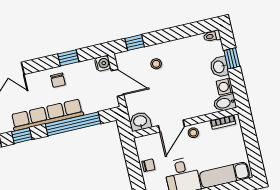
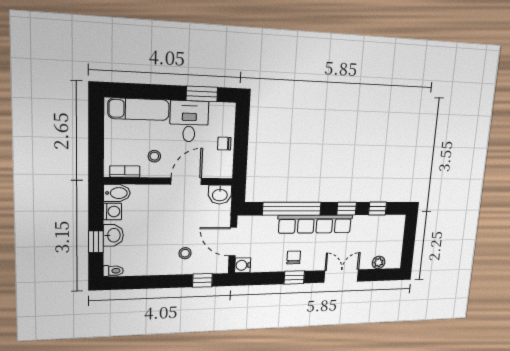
window: (68, 58) -> (294, 277), moved
stool: (193, 133) -> (154, 156), moved

